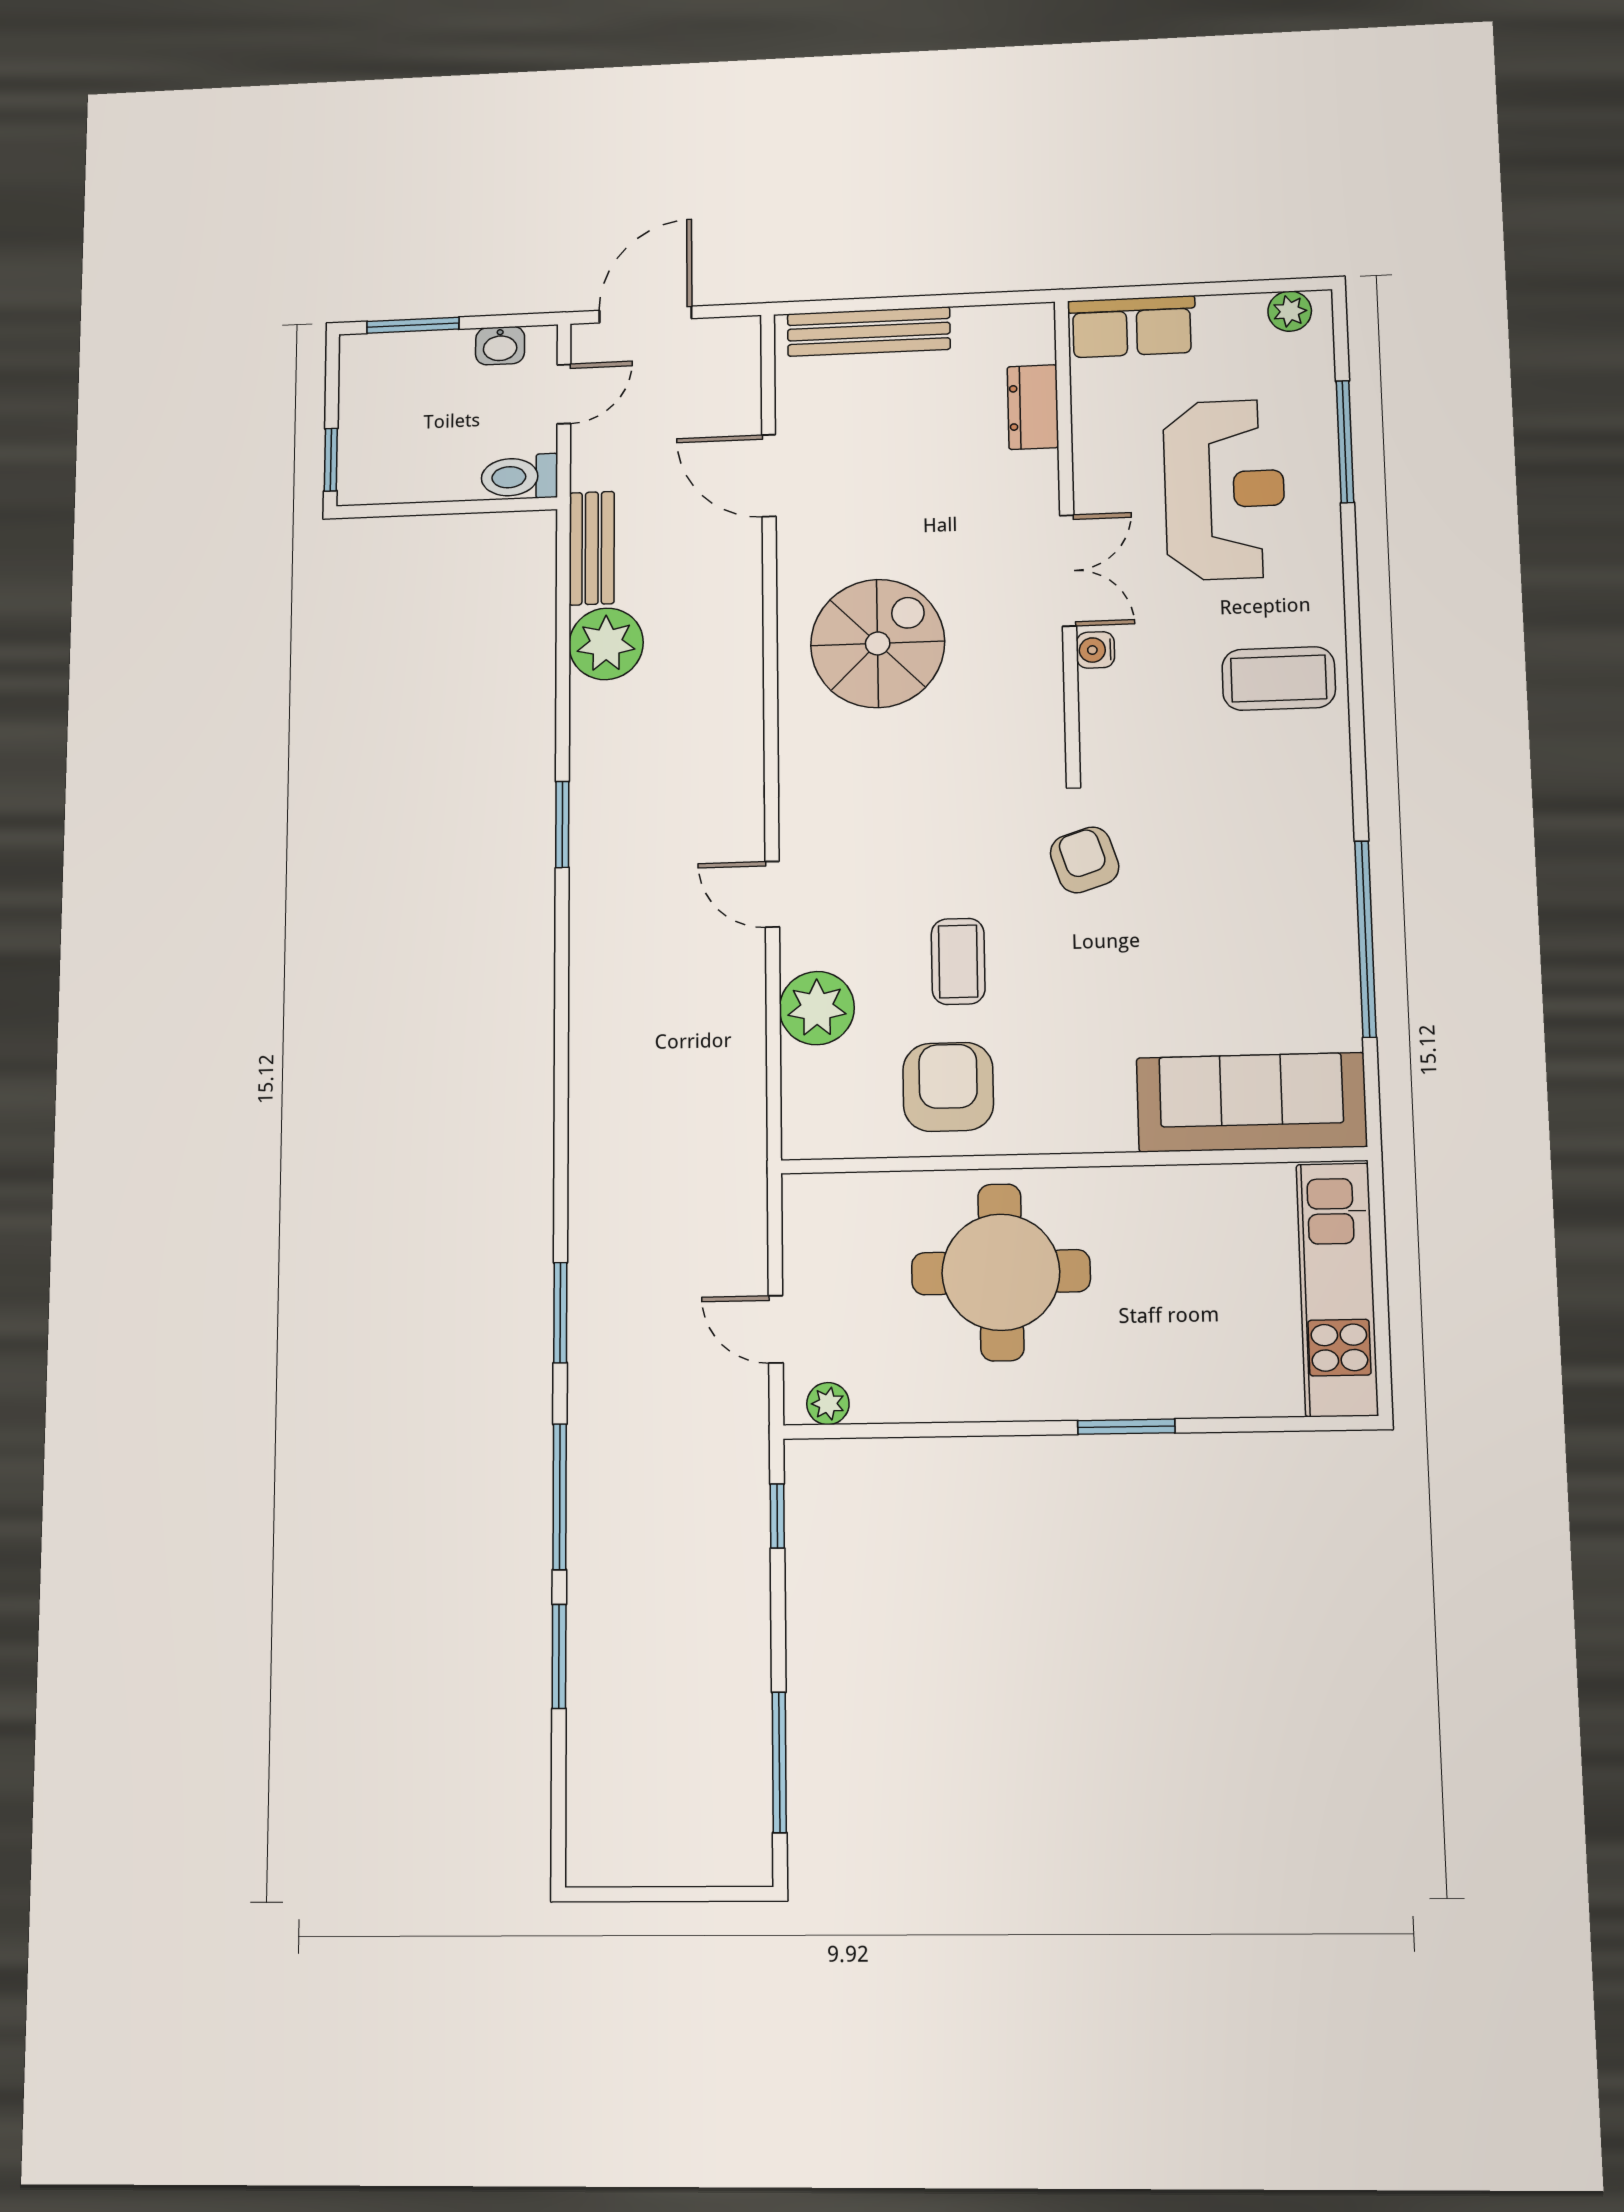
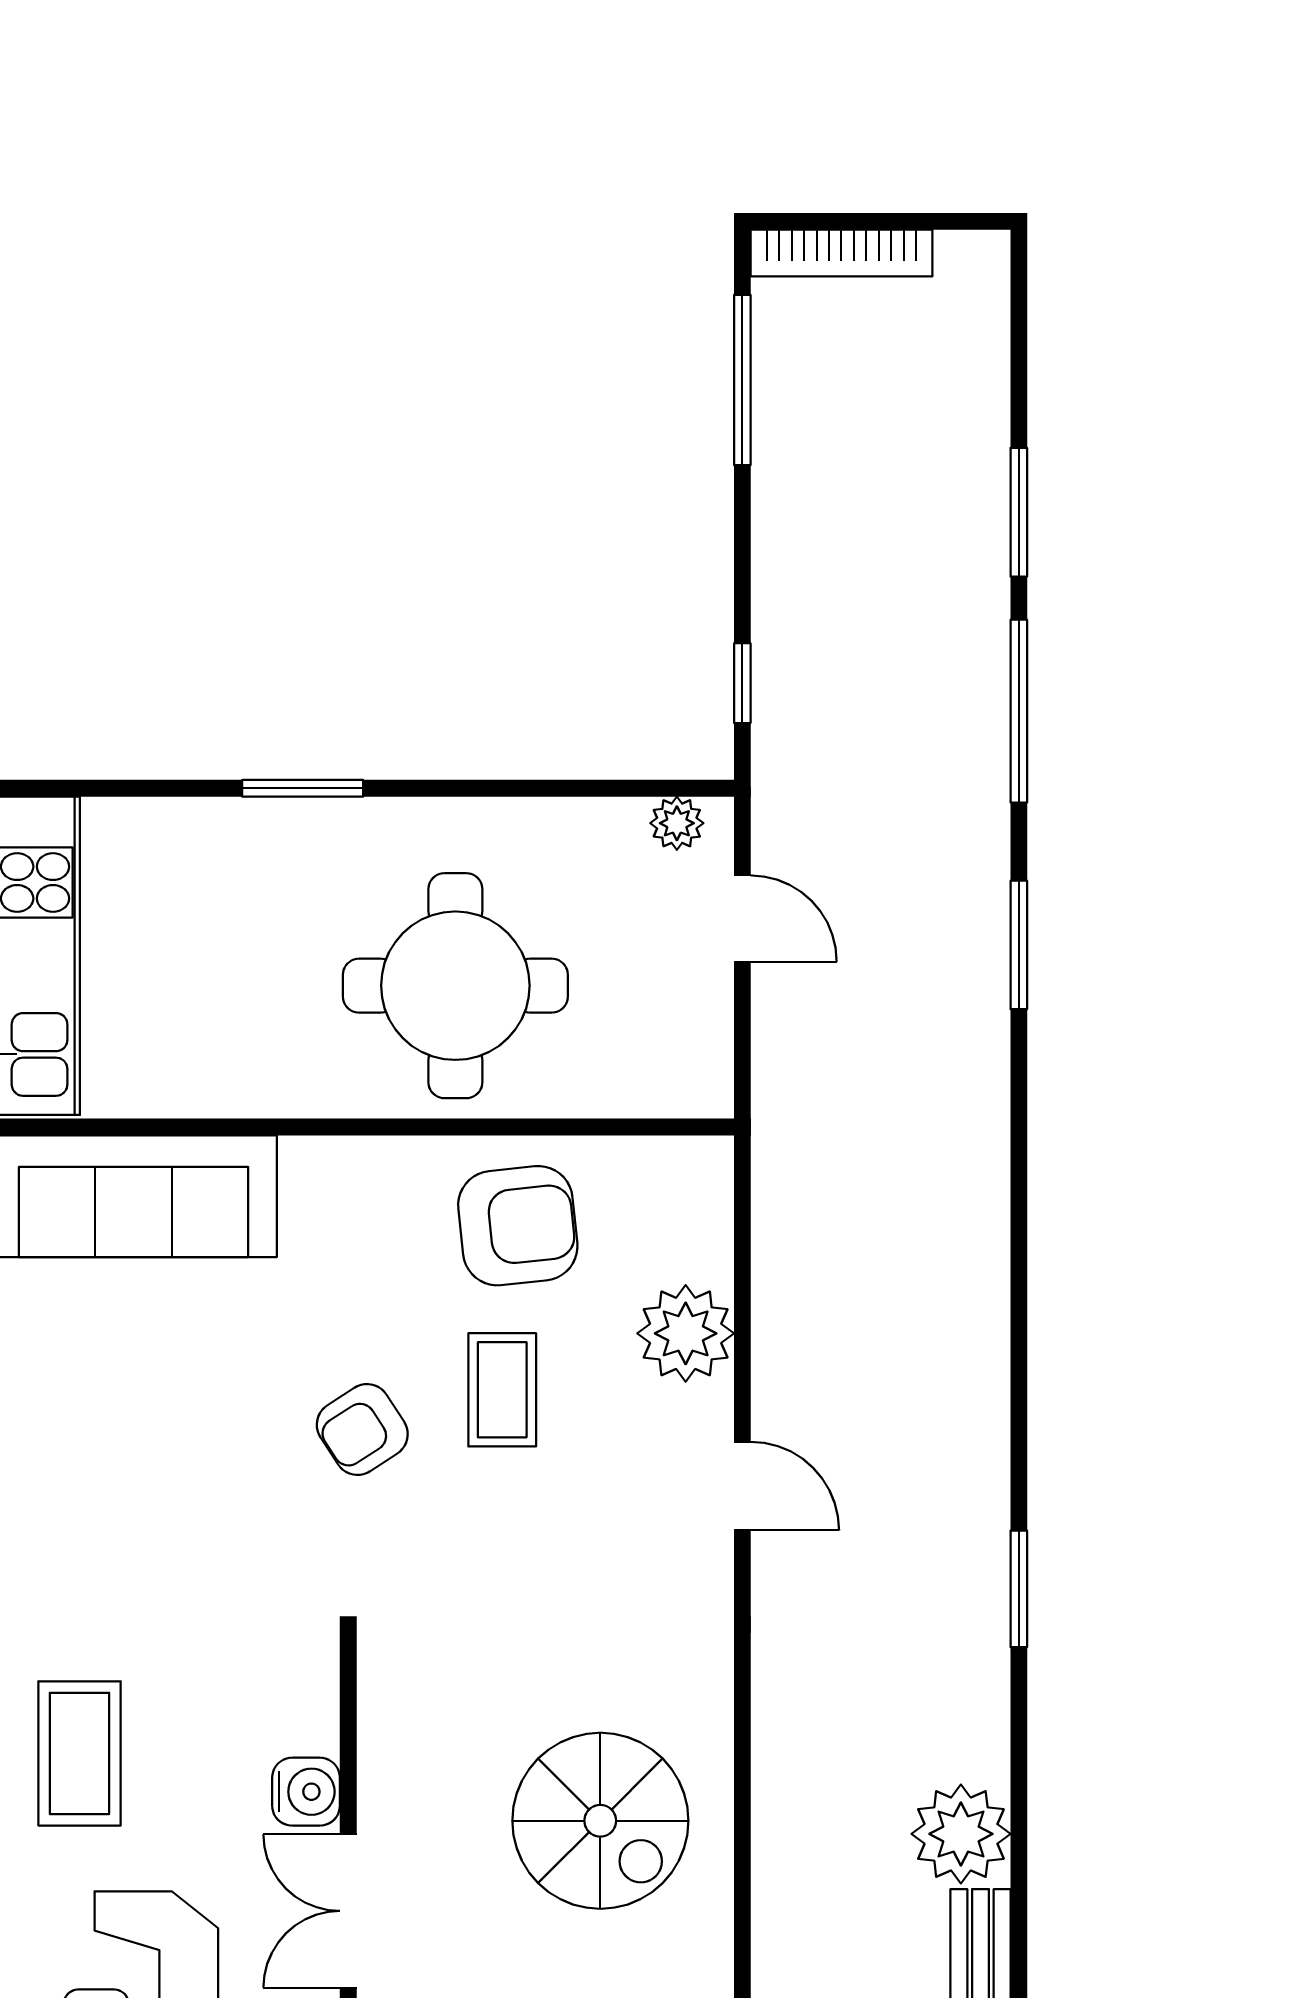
spiral stairs: (878, 643) -> (600, 1821), turned -90
water cooler: (1095, 650) -> (306, 1792), width x1.38, depth x1.38
coffee table: (1279, 679) -> (79, 1753), turned 90
armchair: (1085, 860) -> (362, 1429), moved, turned 75
armchair: (948, 1087) -> (518, 1226), turned -96
bookcase: (700, 1868) -> (841, 253), added

